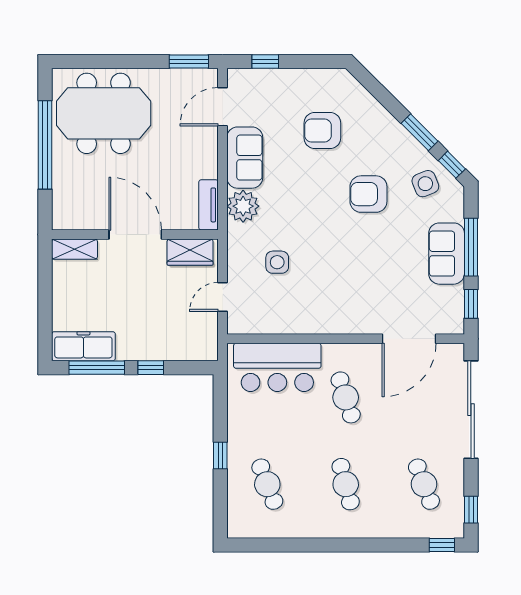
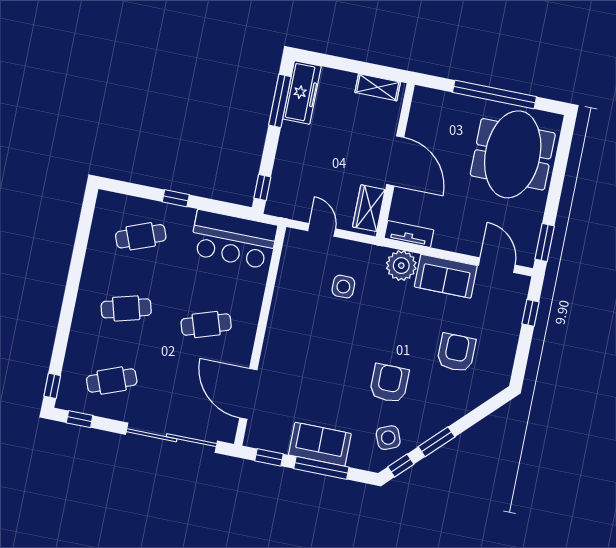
door: (135, 235) -> (395, 161), hinge flipped
shelving: (75, 249) -> (378, 87), moved, turned 90
bar counter: (277, 367) -> (233, 240), moved, turned -90
window: (151, 368) -> (262, 188), moved

